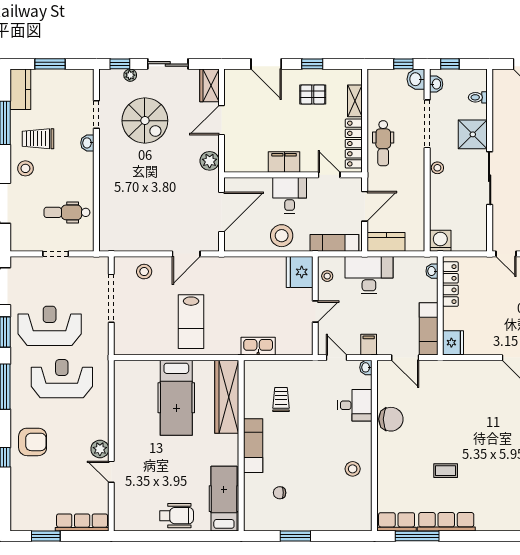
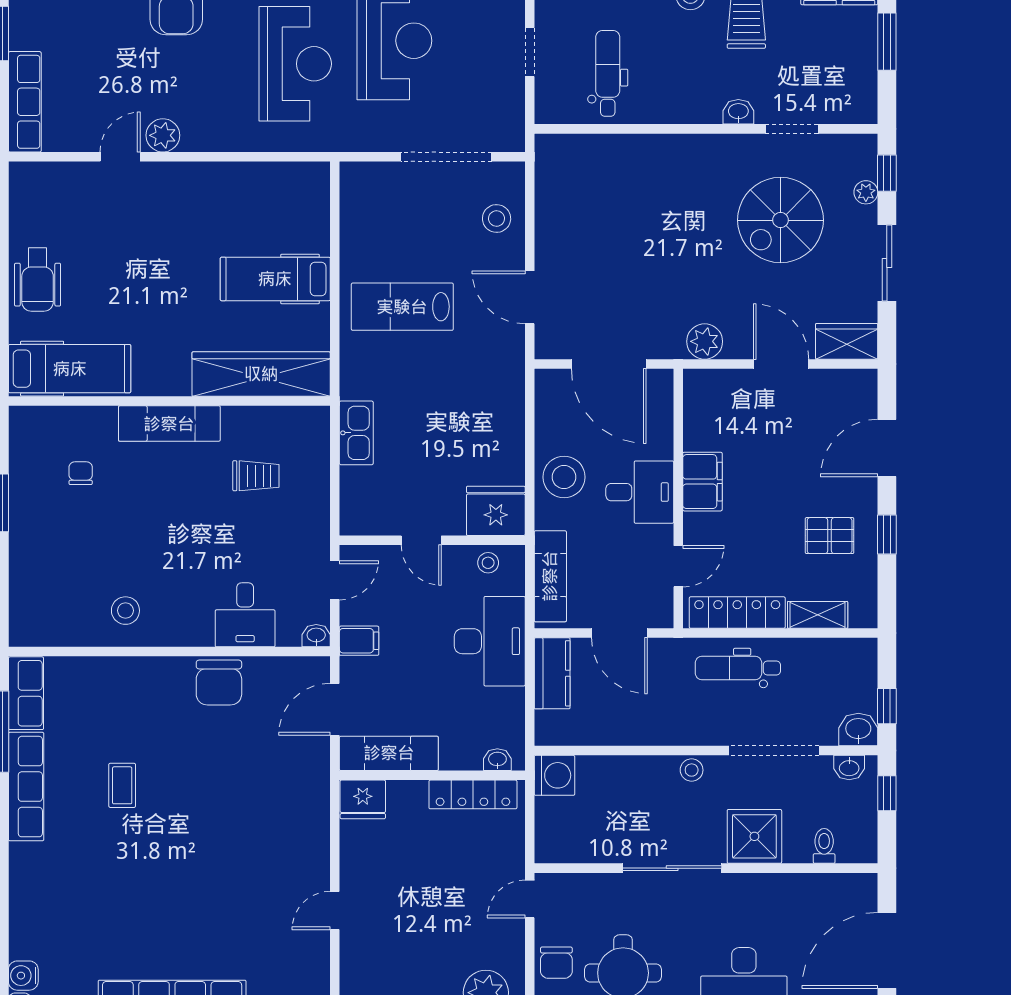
pallet: (313, 94) -> (830, 536), turned 90
hospital bed: (176, 398) -> (275, 279), width x0.73, depth x0.78

